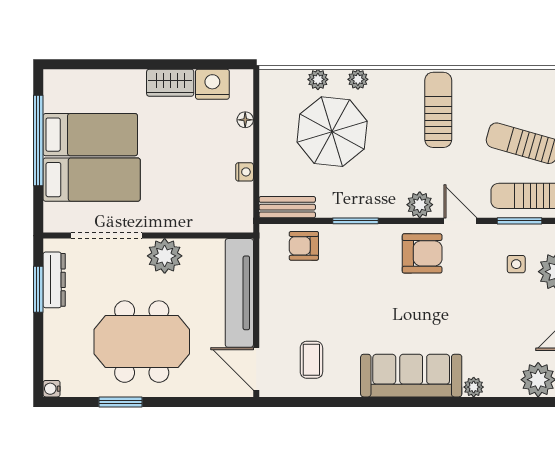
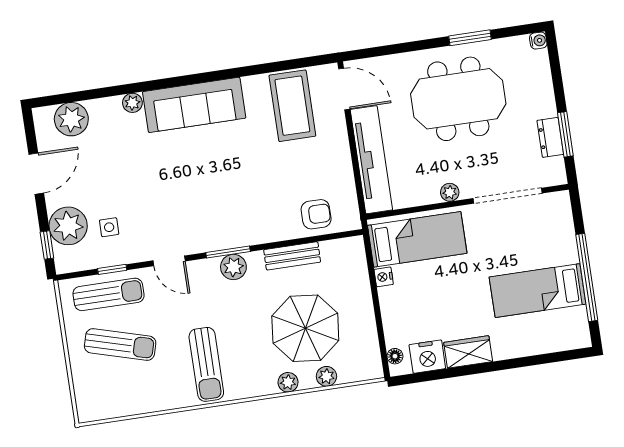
floor lamp: (245, 120) -> (395, 356), moved
bed: (92, 180) -> (417, 239), moved, turned 180
plant: (420, 205) -> (233, 267), moved
bench: (287, 207) -> (292, 256), moved
window: (355, 221) -> (228, 252), moved
window: (519, 221) -> (112, 269), width x0.67
armchair: (422, 253) -> (201, 224), removed
plant: (165, 256) -> (450, 192), width x0.53, depth x0.53
dresser: (54, 280) -> (550, 137), width x0.70
coffee table: (311, 360) -> (292, 106), width x1.86, depth x1.72

